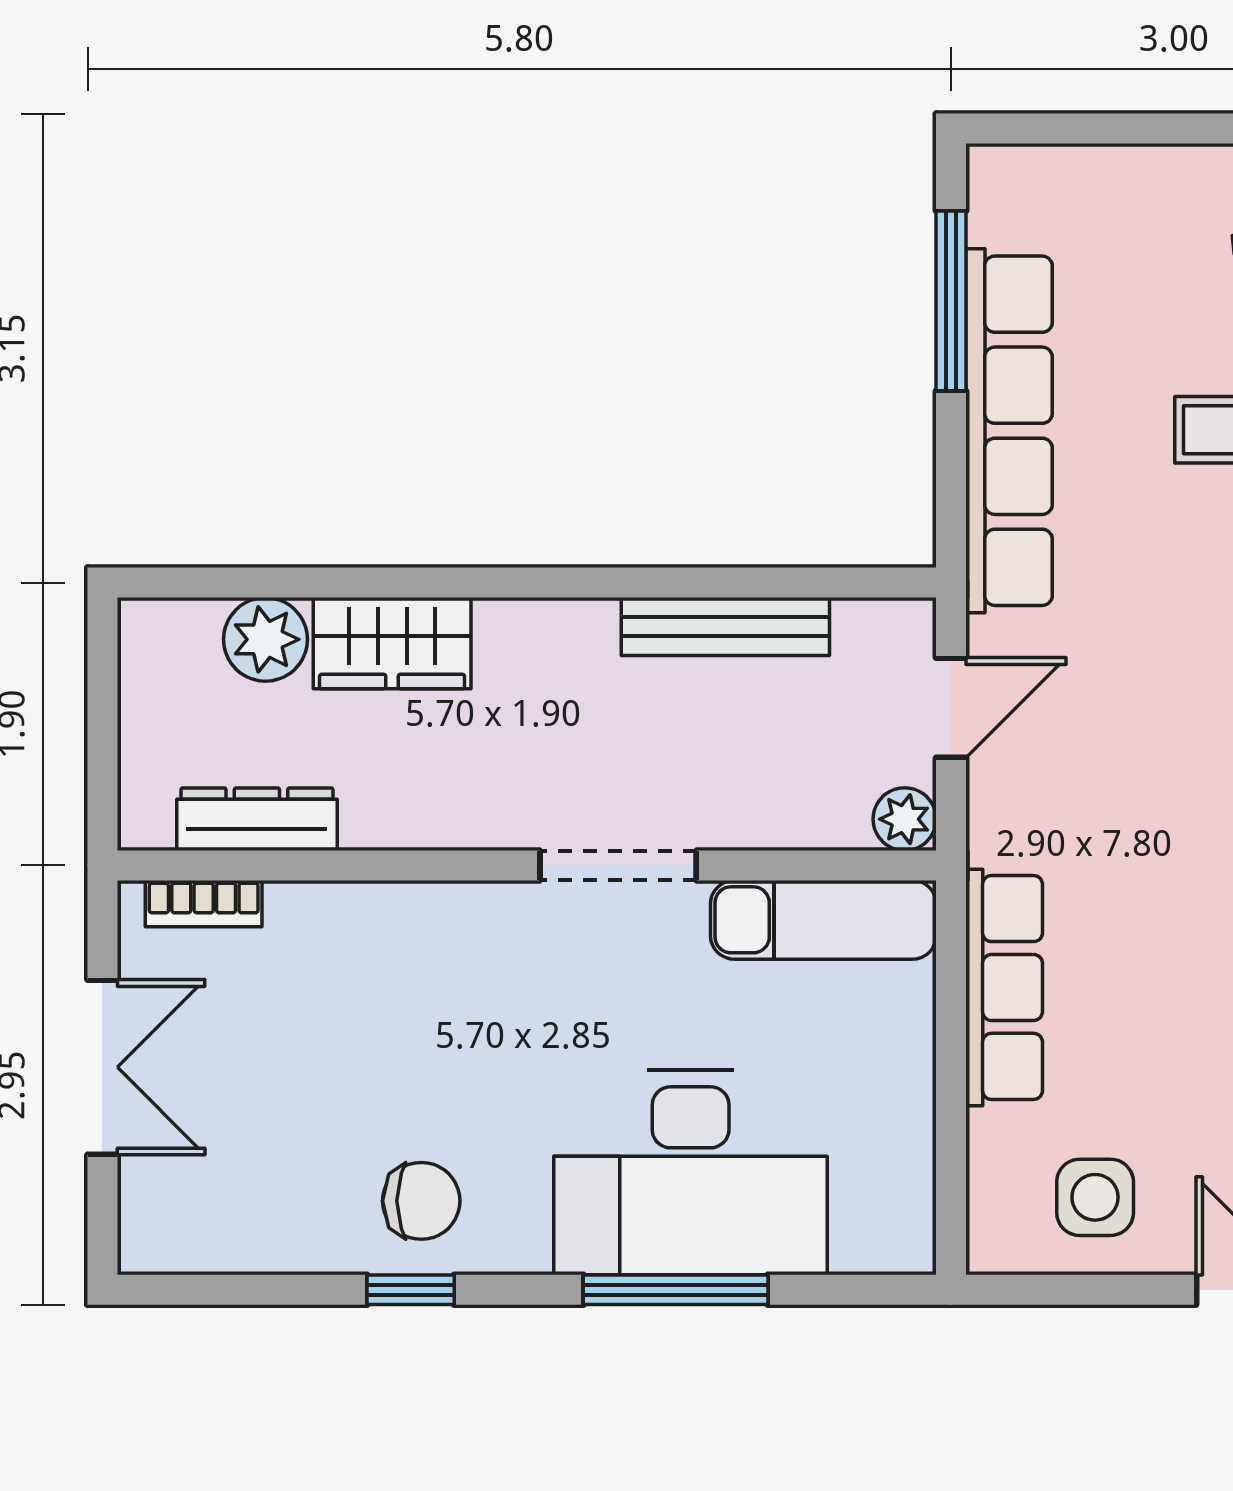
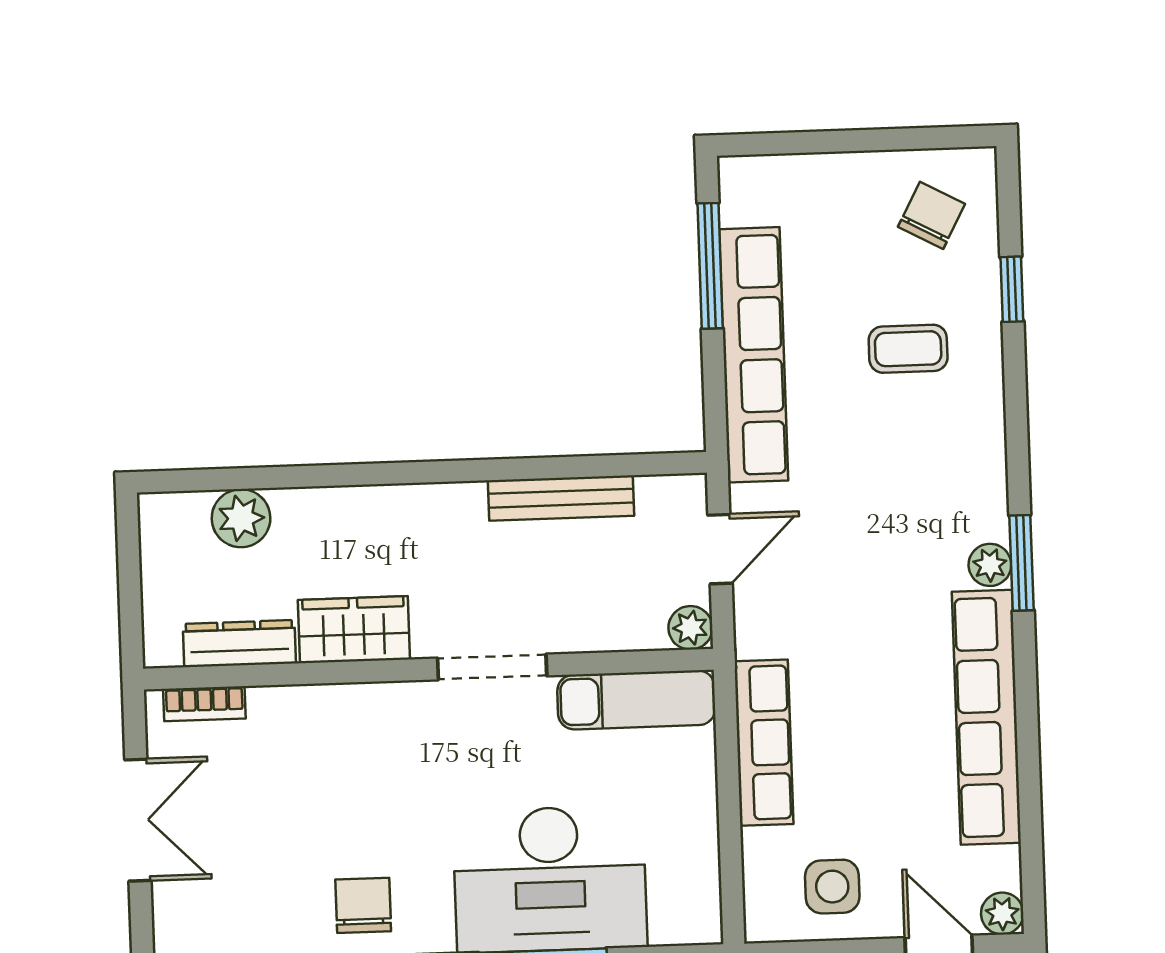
wardrobe: (392, 643) -> (354, 630), moved, turned 180
chair: (421, 1201) -> (363, 905), turned -90

